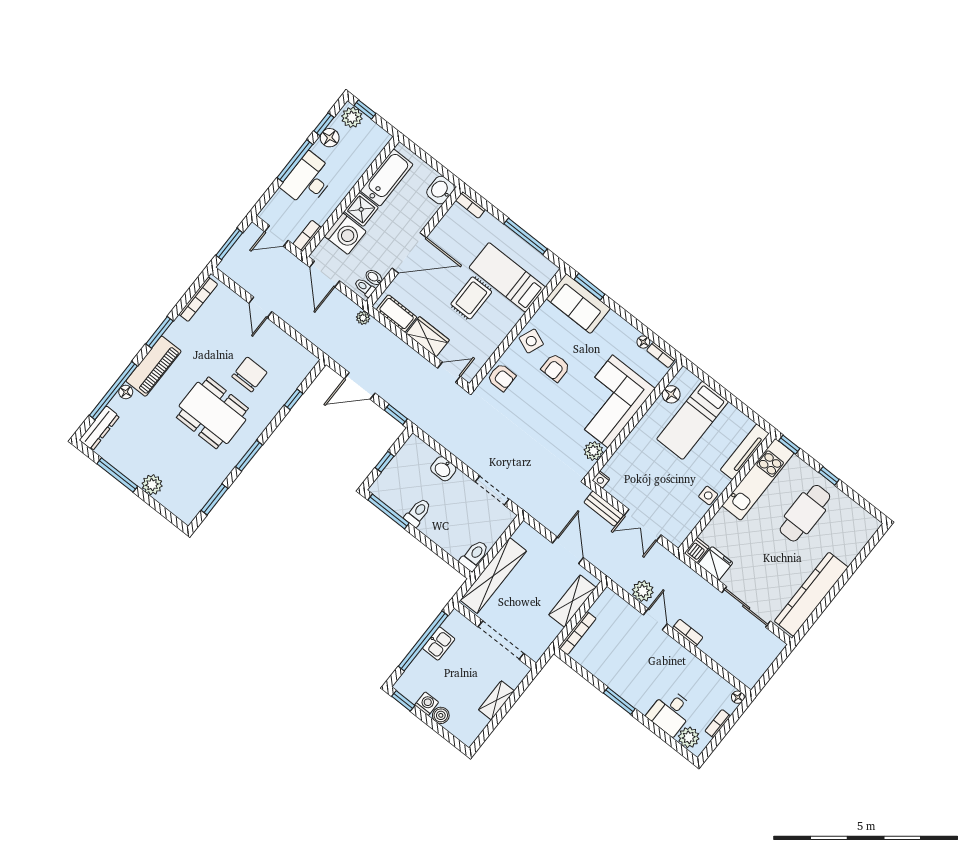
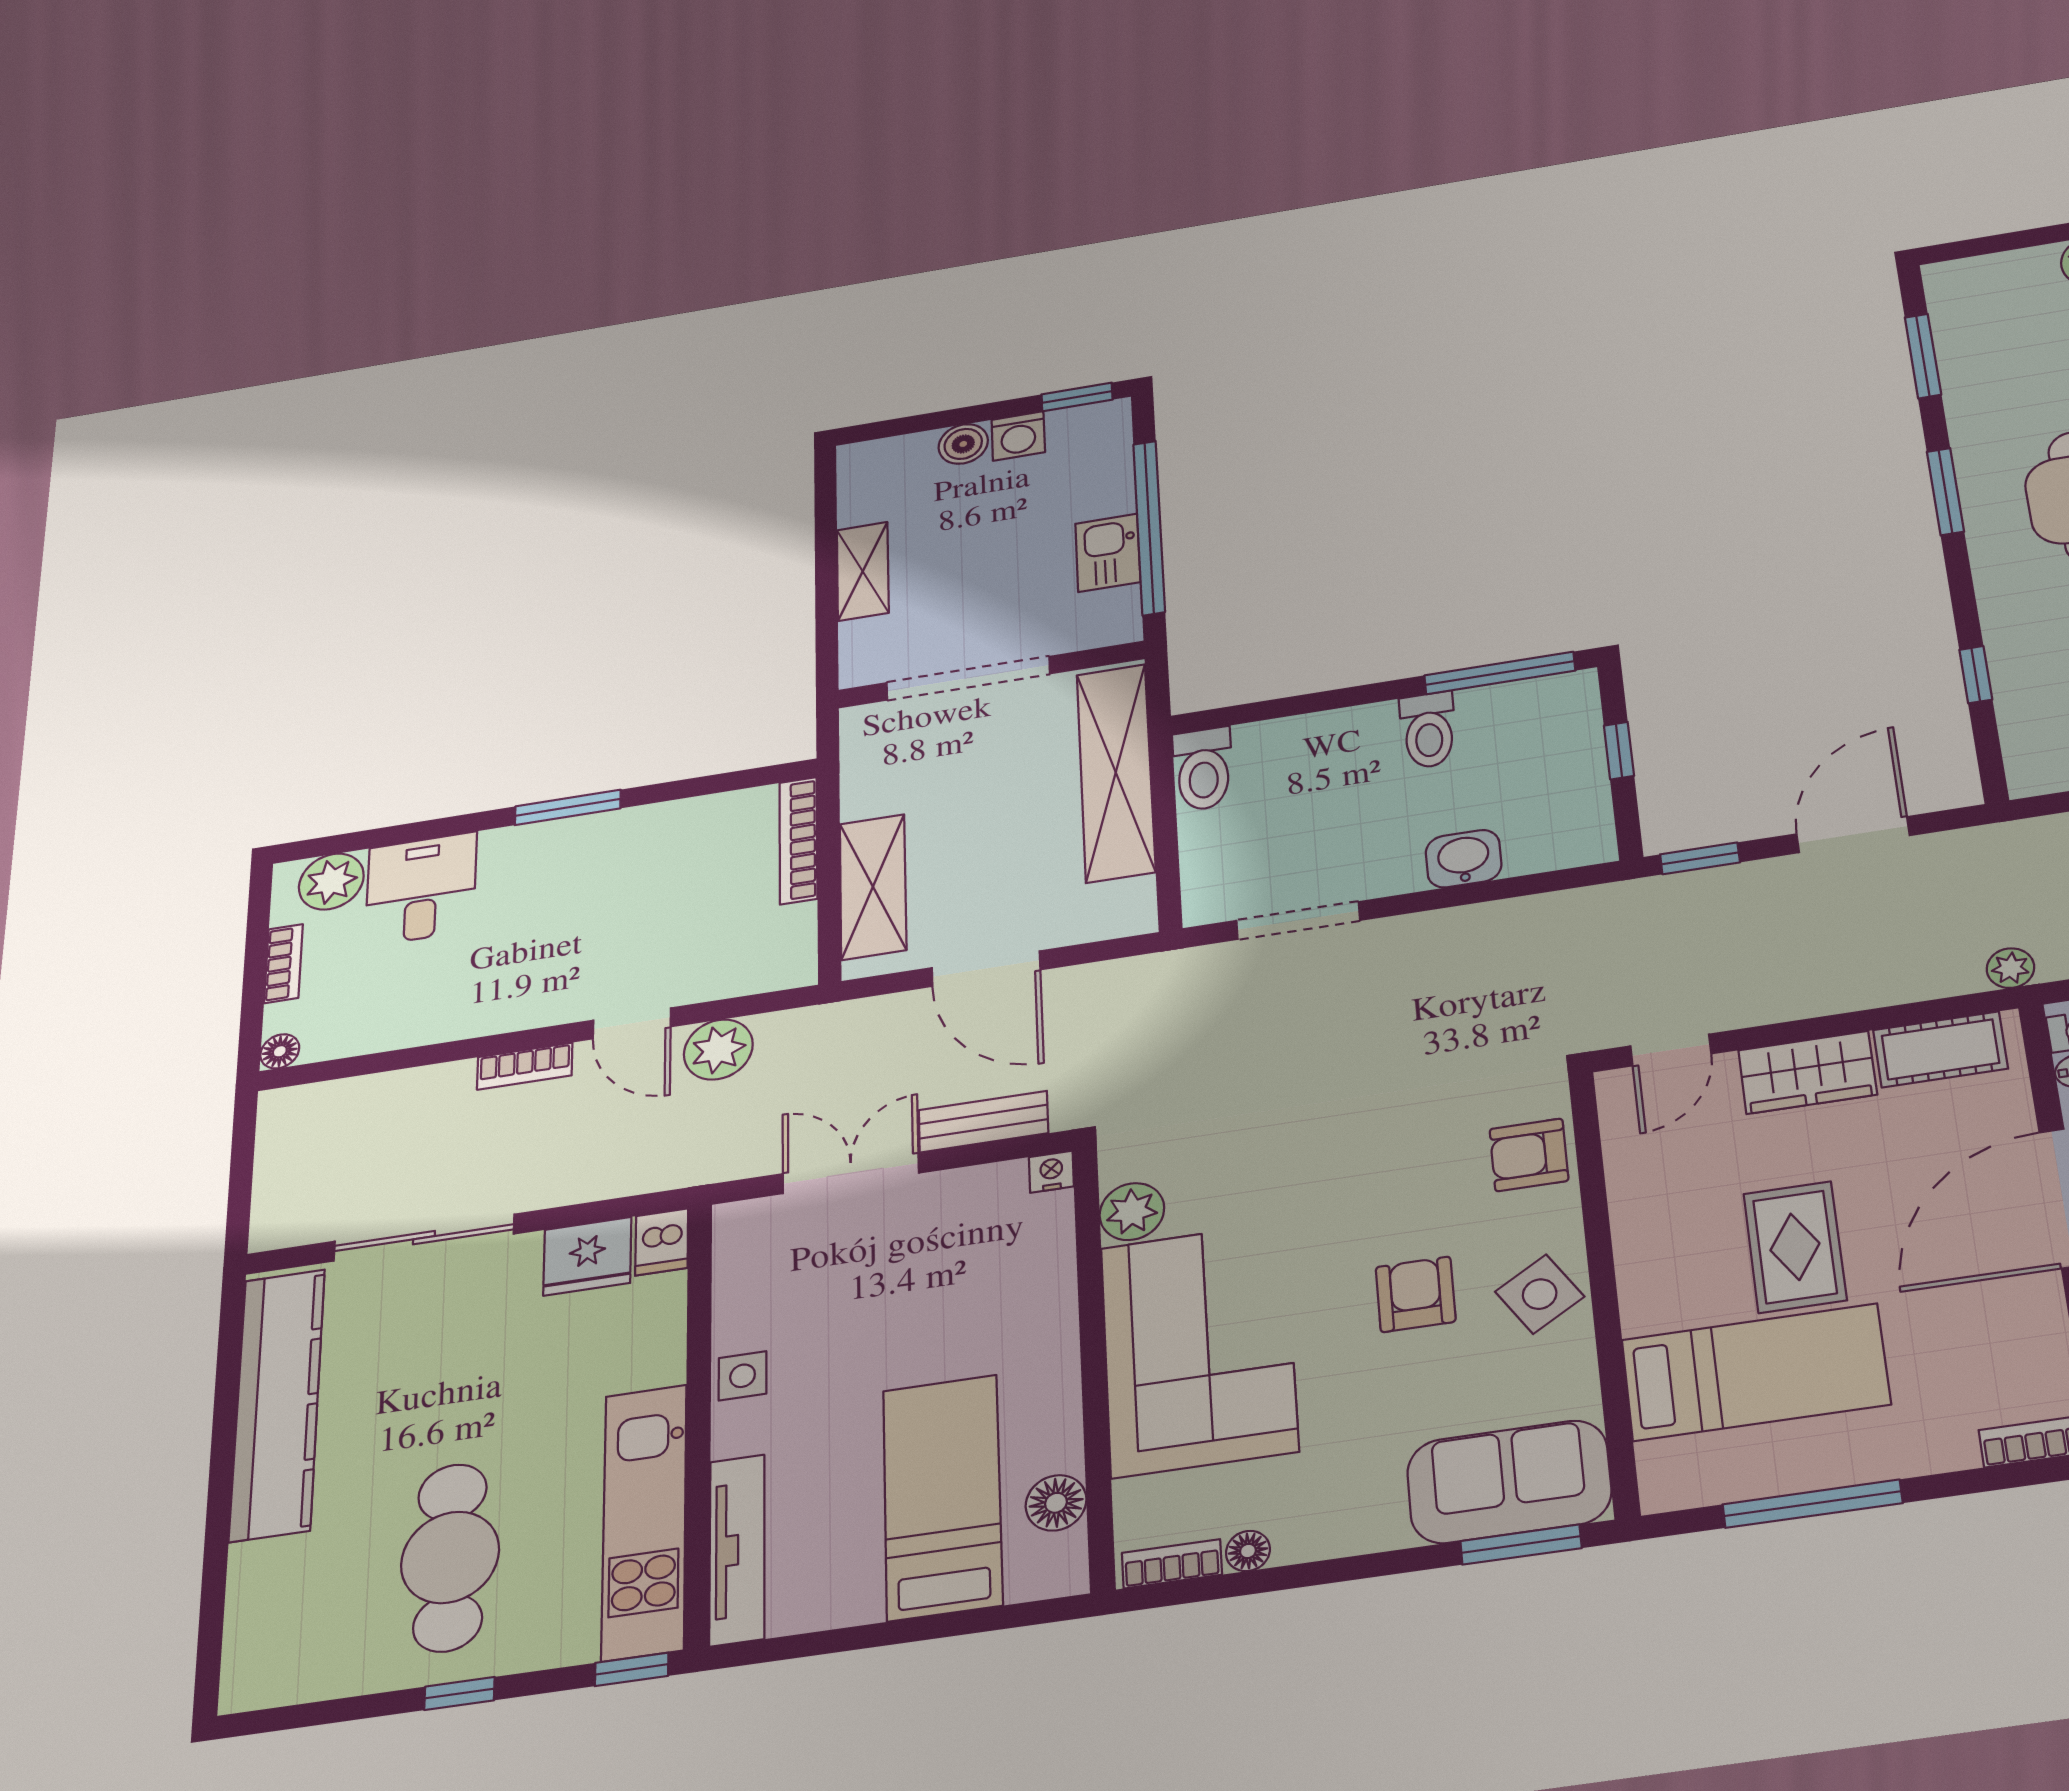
side table: (531, 341) -> (1540, 1294), turned 36

